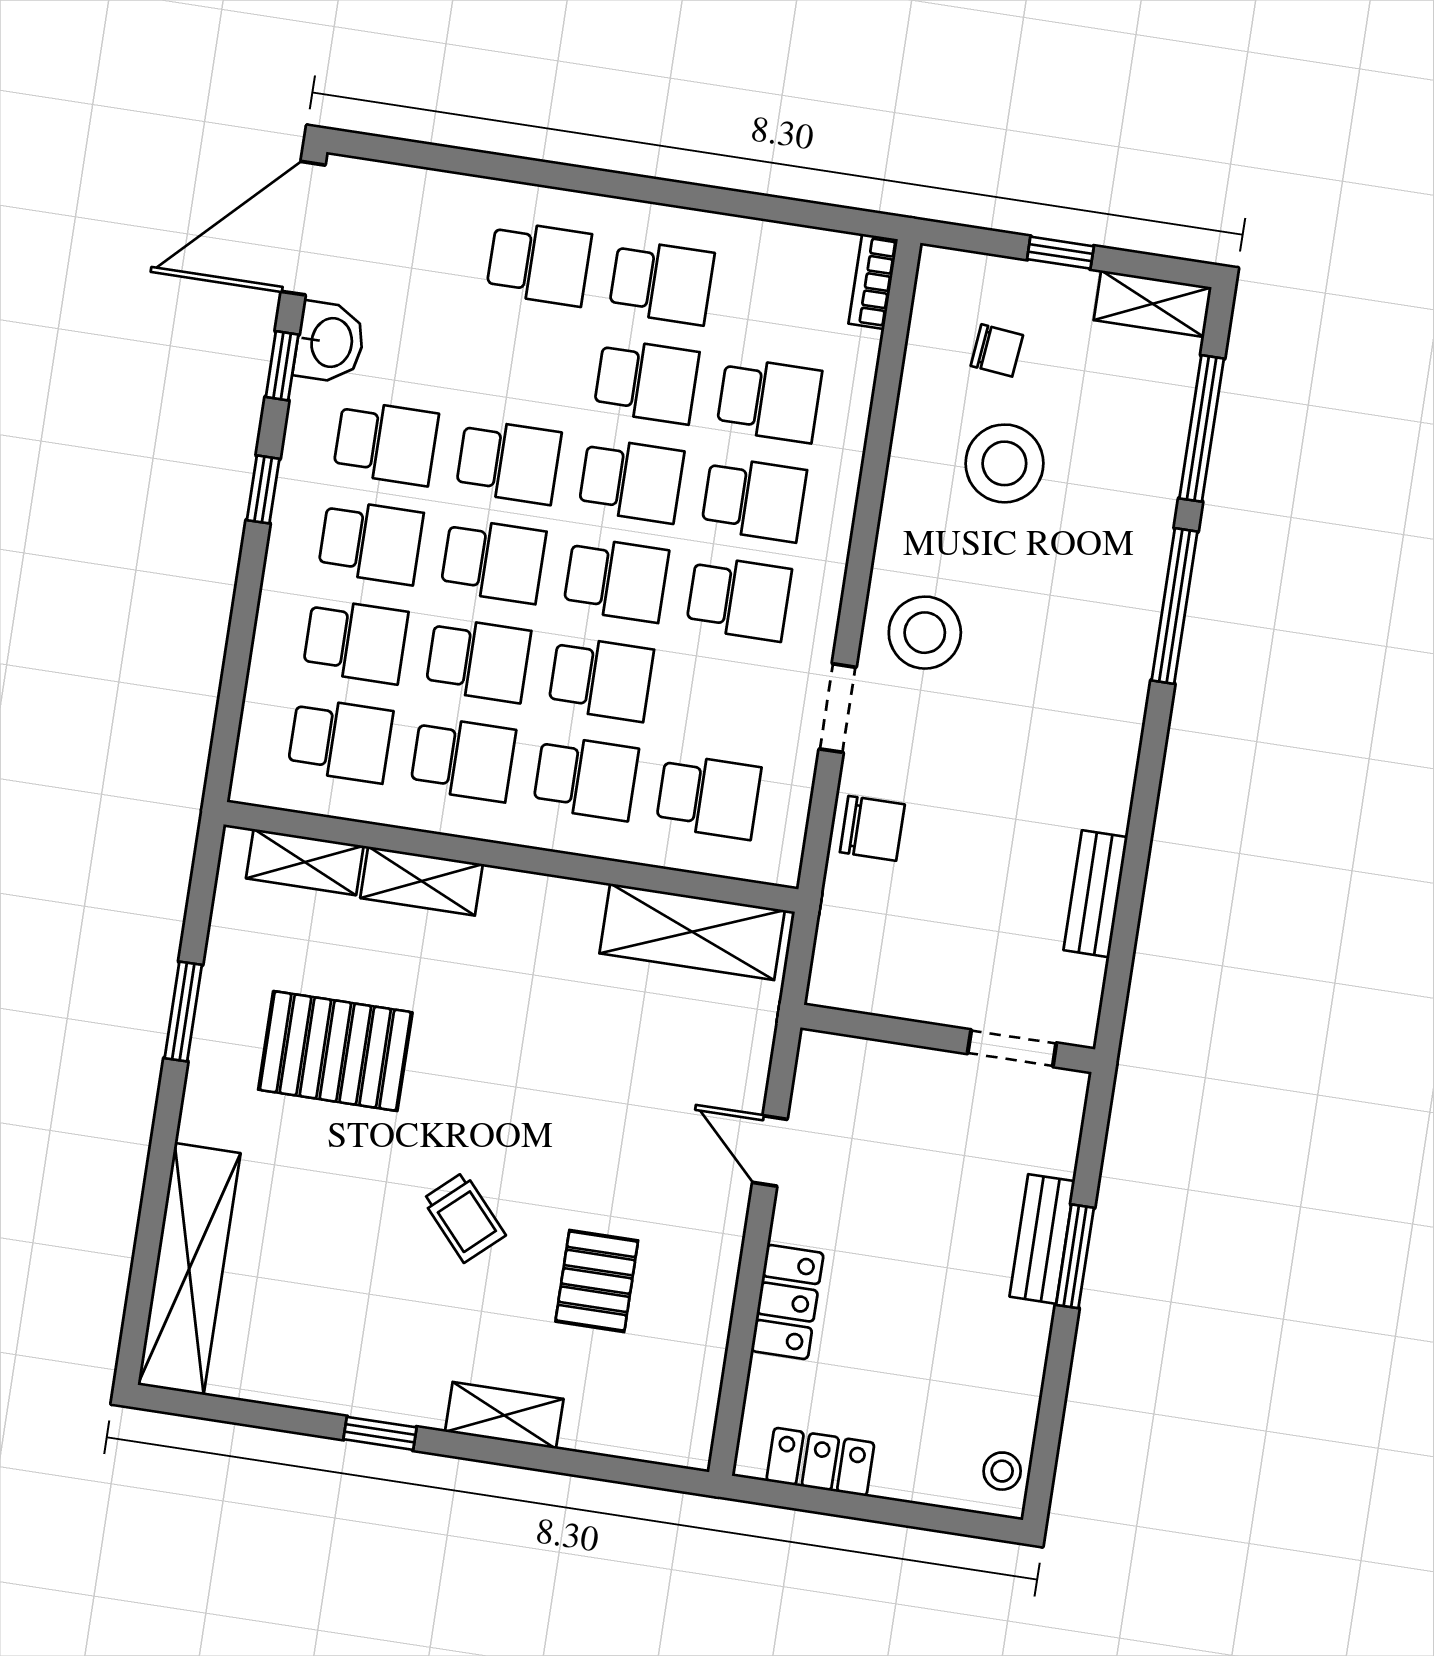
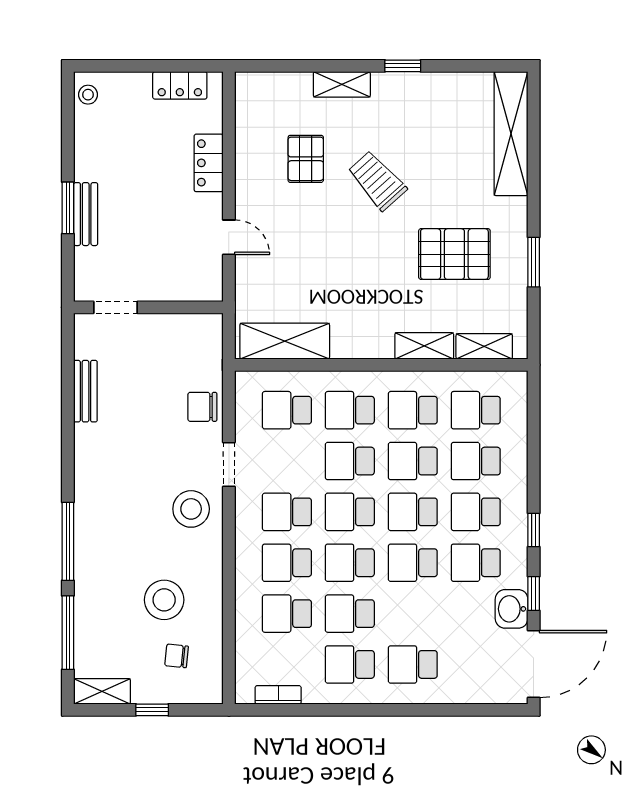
bookcase: (873, 281) -> (278, 695), moved, turned -90
trolley: (464, 1217) -> (377, 181), width x1.36, depth x1.39

